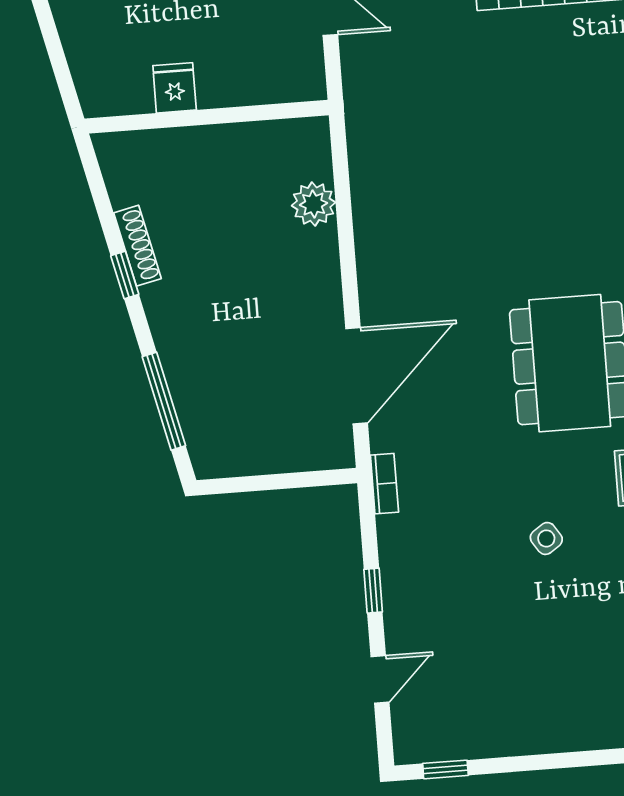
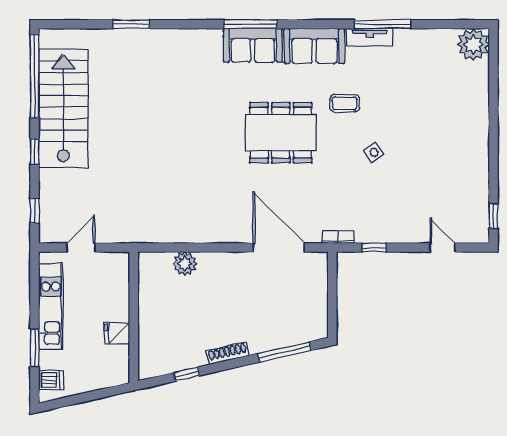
shoe rack: (137, 246) -> (228, 353), moved
window: (125, 275) -> (187, 374), moved
window: (373, 591) -> (374, 247), moved

